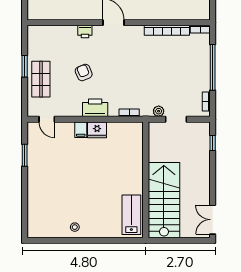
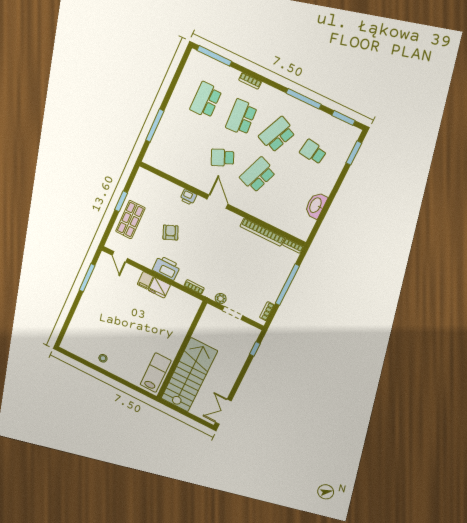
window: (25, 155) -> (87, 278), width x1.44

